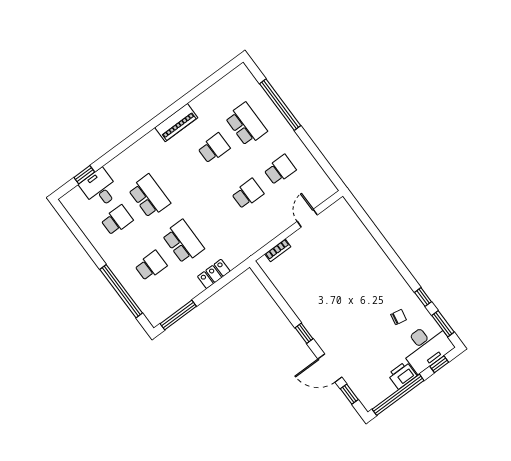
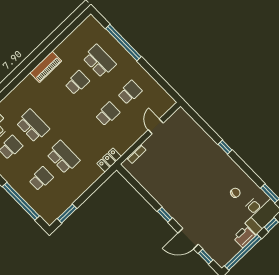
locker: (214, 274) -> (109, 160), moved
window: (423, 297) -> (225, 147), moved
window: (178, 315) -> (67, 214), width x0.69

